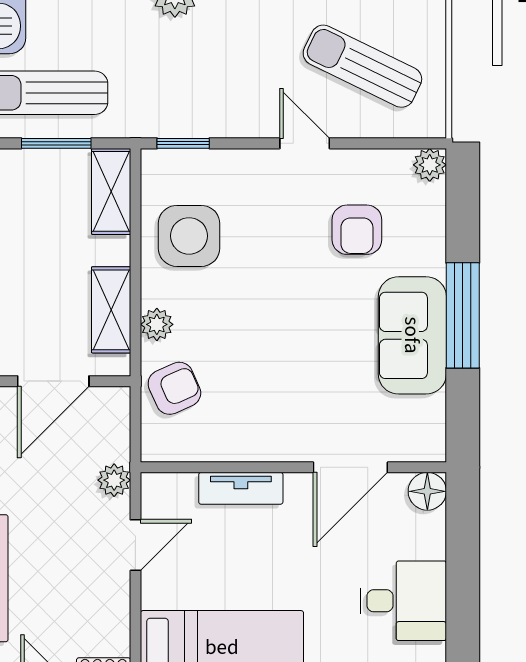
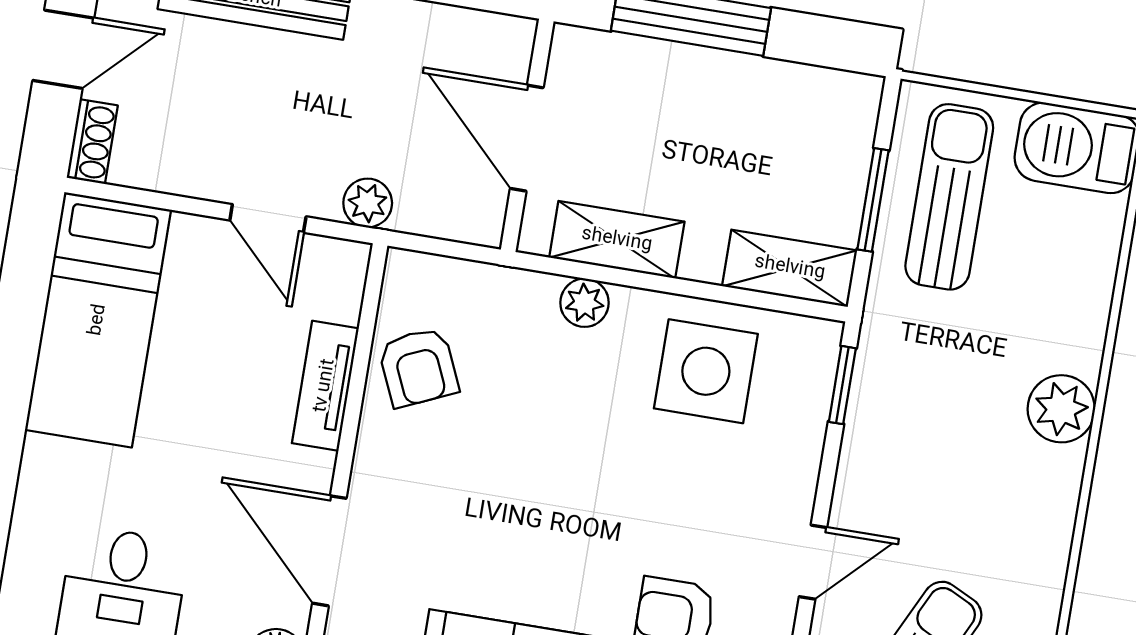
armchair: (174, 388) -> (418, 367), moved

